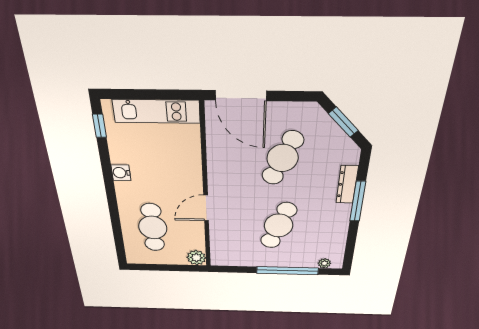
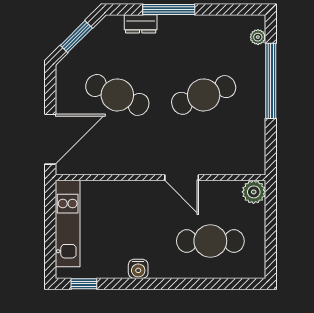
dresser: (347, 185) -> (141, 24), width x0.70
cafe table: (279, 226) -> (204, 95), turned -42

